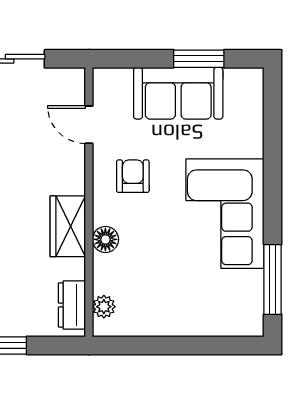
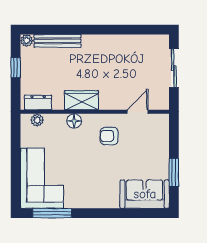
sofa: (178, 93) -> (145, 194), moved, turned 90
armchair: (133, 176) -> (109, 136), turned 180
corner sofa: (225, 214) -> (42, 178), moved, turned 90

